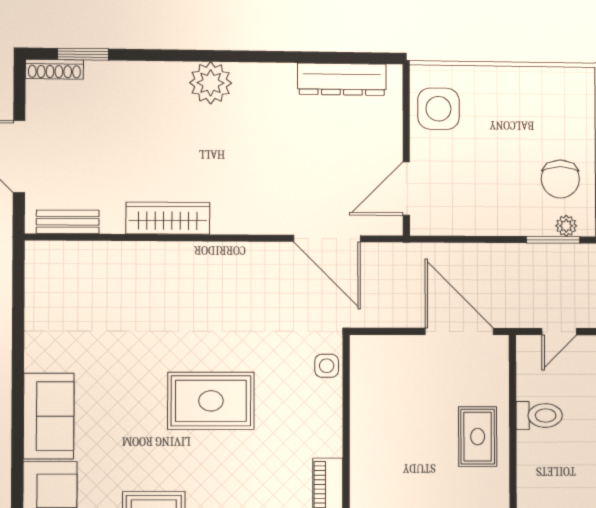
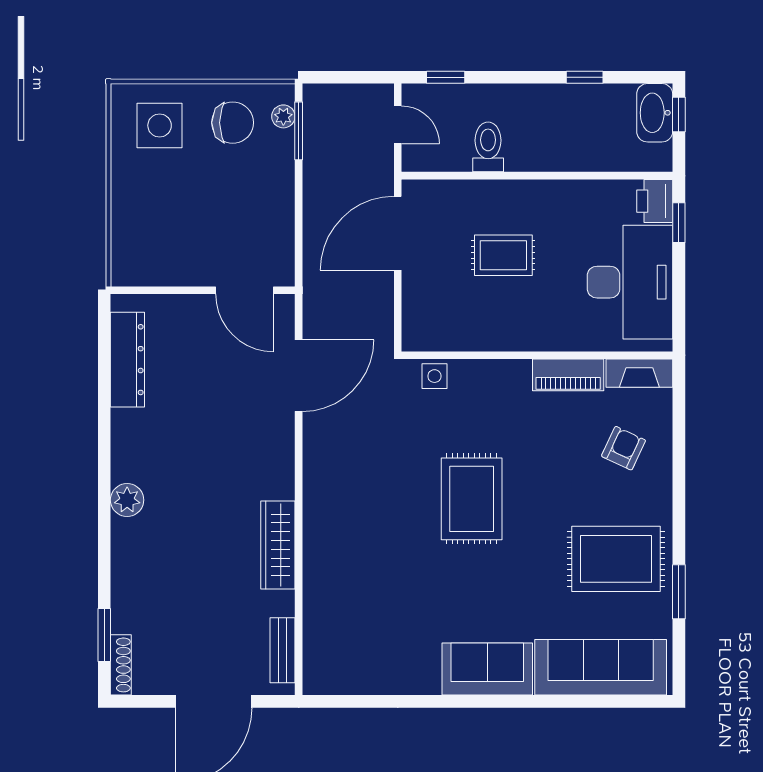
plant: (211, 83) -> (127, 500), width x0.73, depth x0.73
side table: (438, 109) -> (160, 125), moved
rug: (478, 437) -> (503, 255), moved

